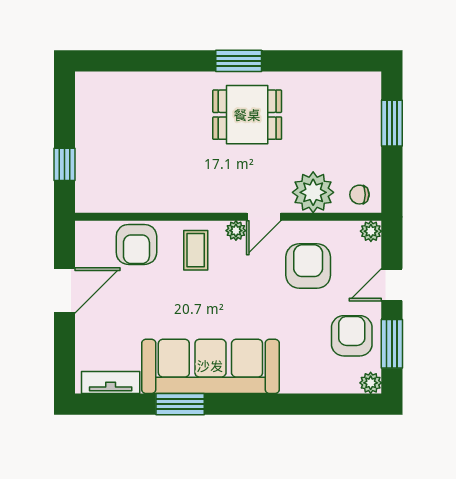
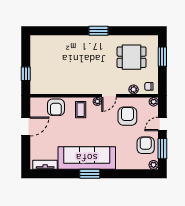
dining table: (247, 115) -> (132, 57), moved
plant: (313, 192) -> (134, 89), width x0.53, depth x0.53
window: (180, 404) -> (90, 174), moved

